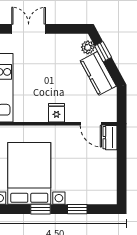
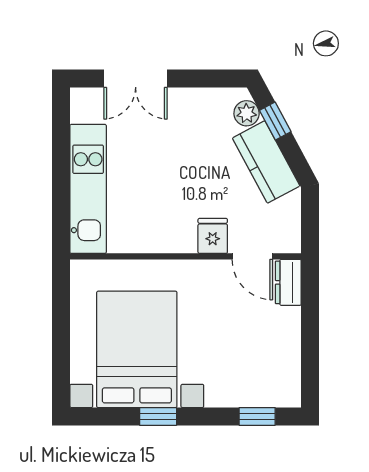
double door: (29, 29) -> (136, 78), swing flipped
fridge: (56, 113) -> (213, 236), moved
window: (77, 209) -> (257, 416), moved

